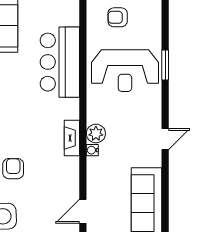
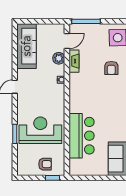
plant: (96, 133) -> (59, 58), moved
fireplace: (72, 138) -> (74, 61), moved

